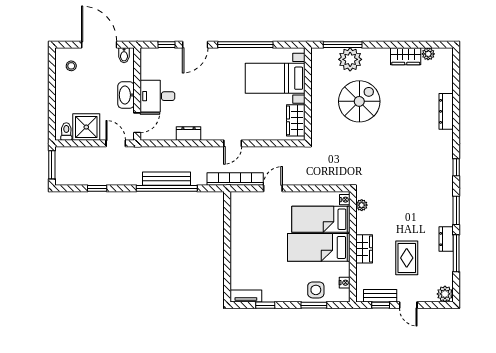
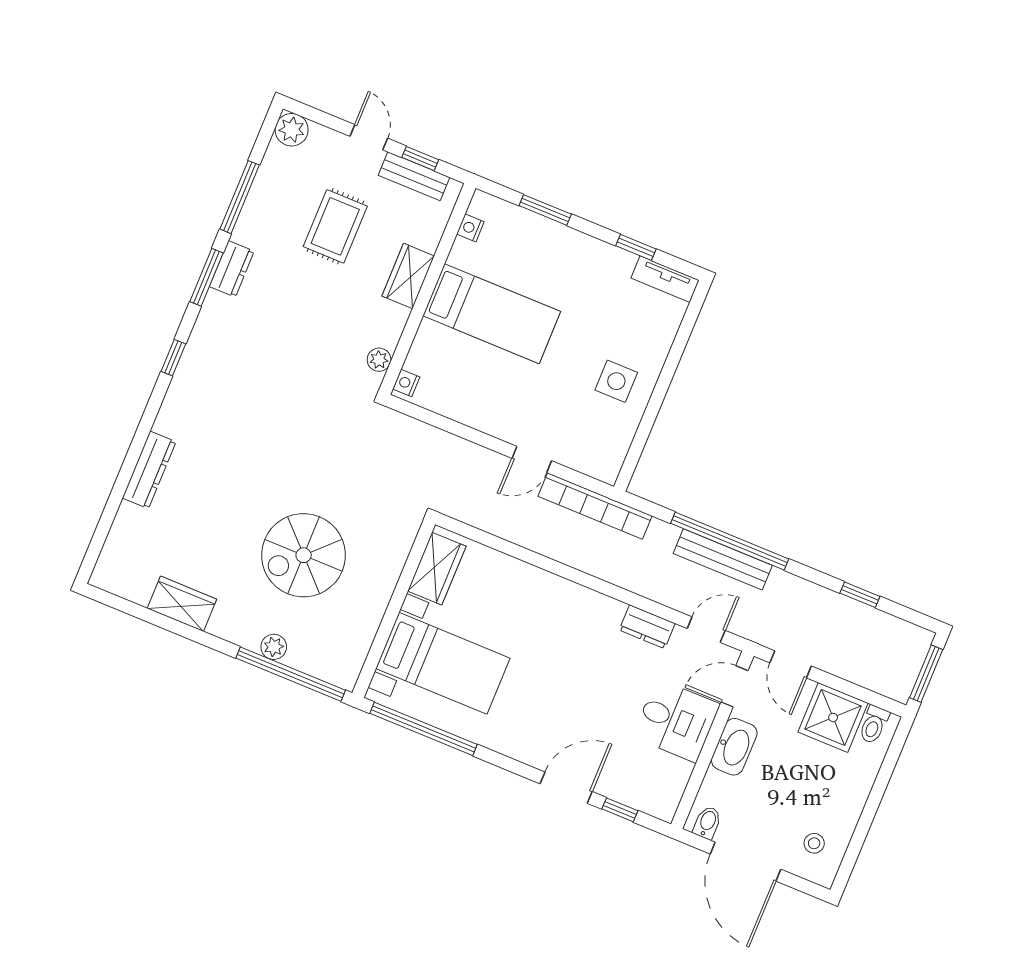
window: (245, 45) -> (424, 729), moved
window: (343, 45) -> (291, 674), width x1.46
plant: (428, 54) -> (138, 591), removed
plant: (350, 59) -> (274, 647), width x0.53, depth x0.53
door: (233, 143) -> (706, 630), moved
bed: (321, 219) -> (466, 365), removed
dresser: (446, 239) -> (232, 269), moved
side table: (316, 290) -> (616, 381), moved

